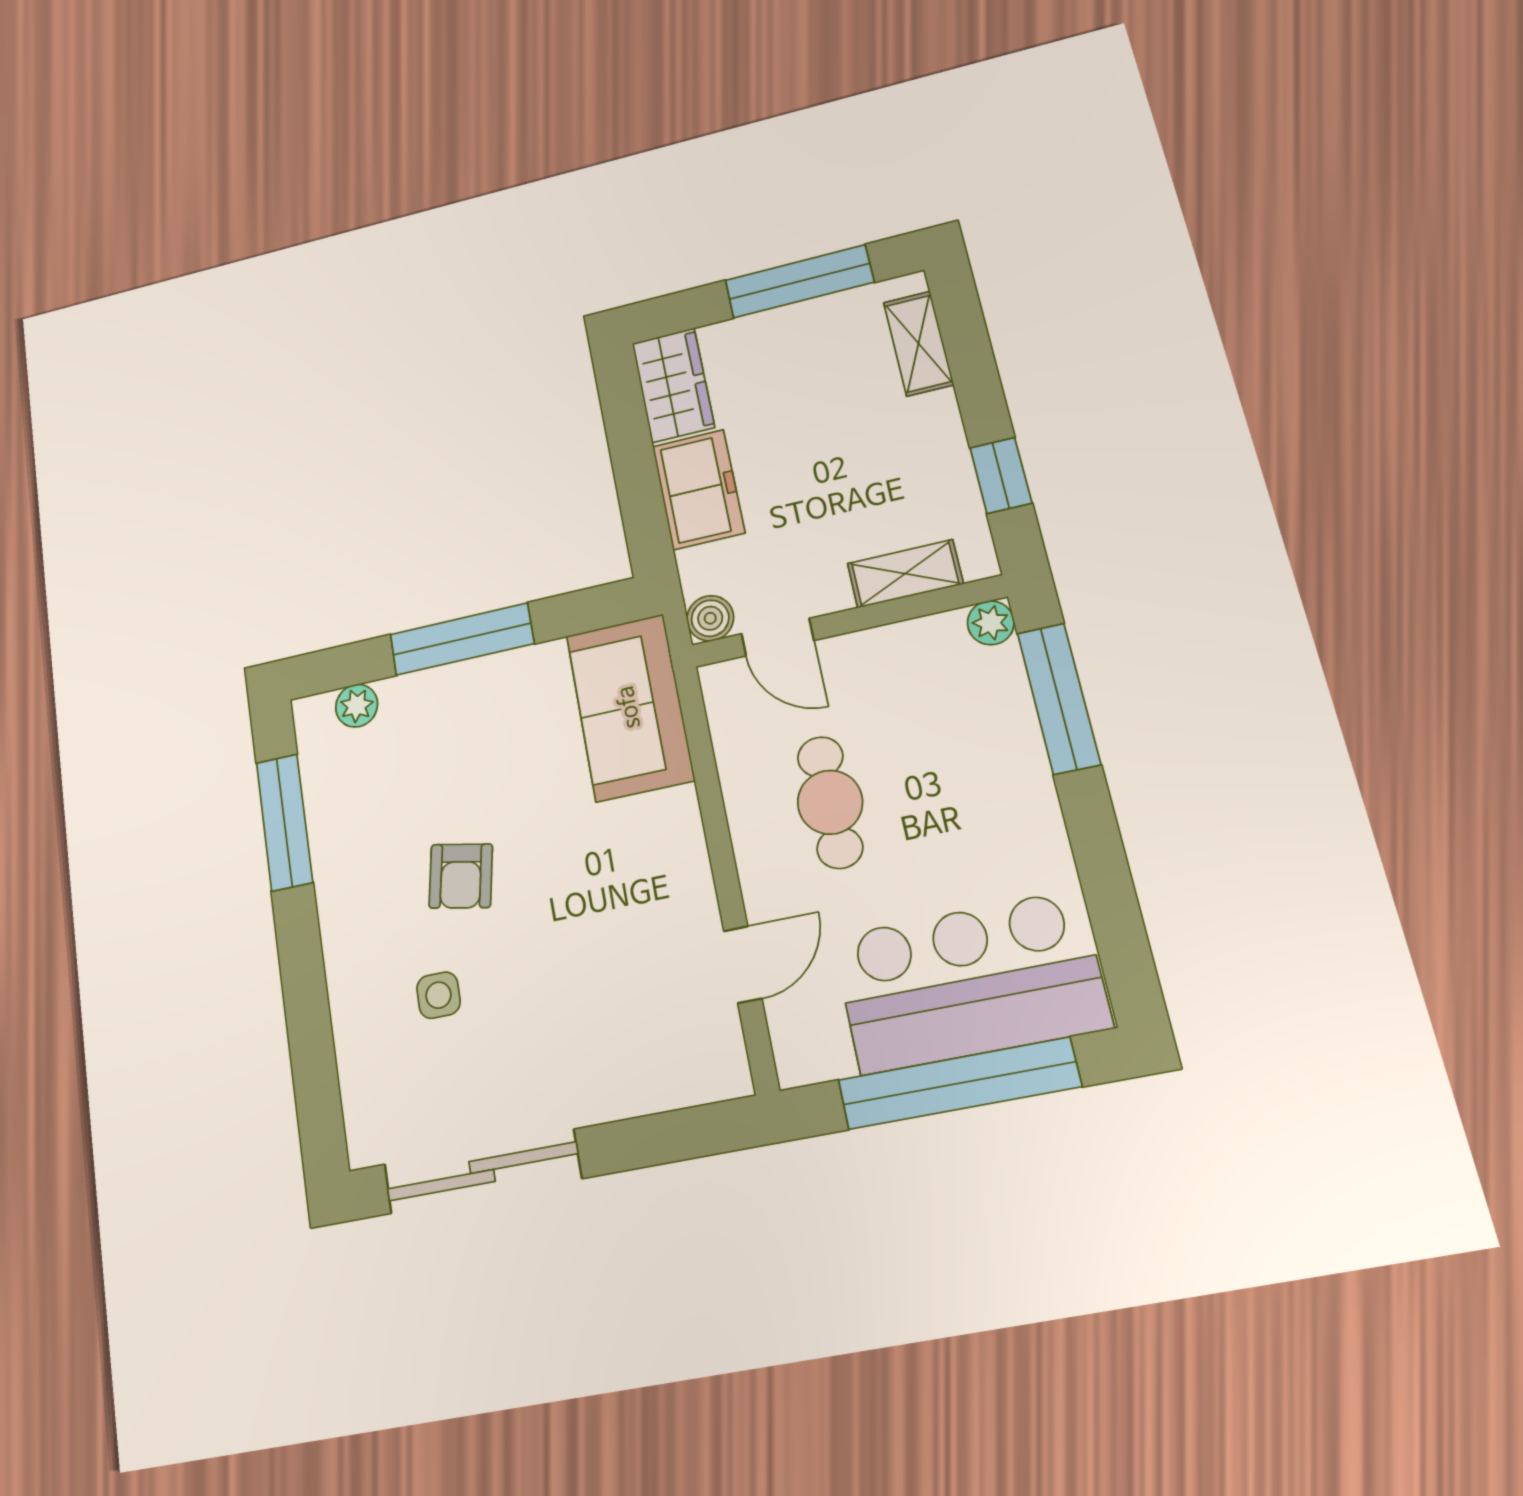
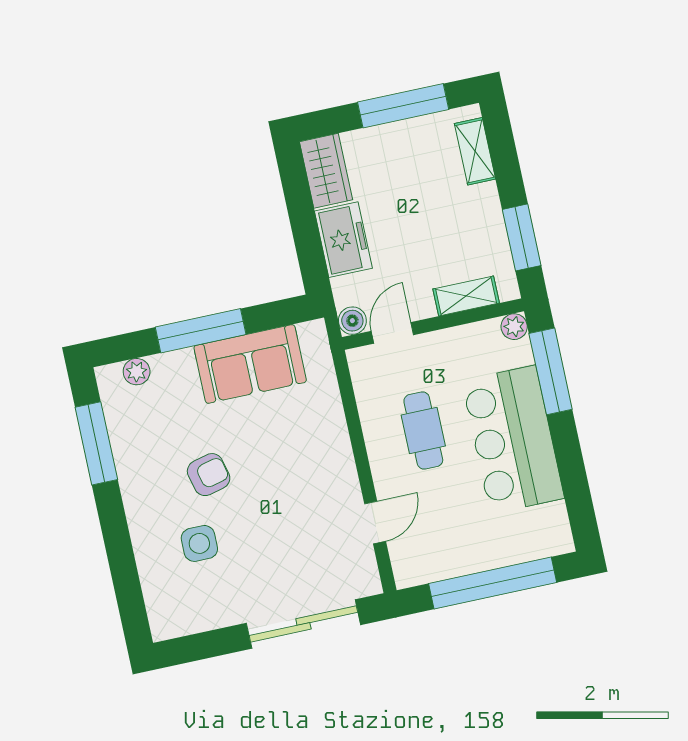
window: (1001, 475) -> (522, 237), width x1.50
door: (778, 637) -> (392, 333), swing flipped
sofa: (630, 707) -> (250, 364), moved, turned -90
armchair: (461, 876) -> (209, 475), turned -115
bar counter: (970, 982) -> (513, 440), moved, turned -90
side table: (438, 995) -> (199, 543), width x1.37, depth x1.37
sliding door: (482, 1171) -> (303, 624), moved

